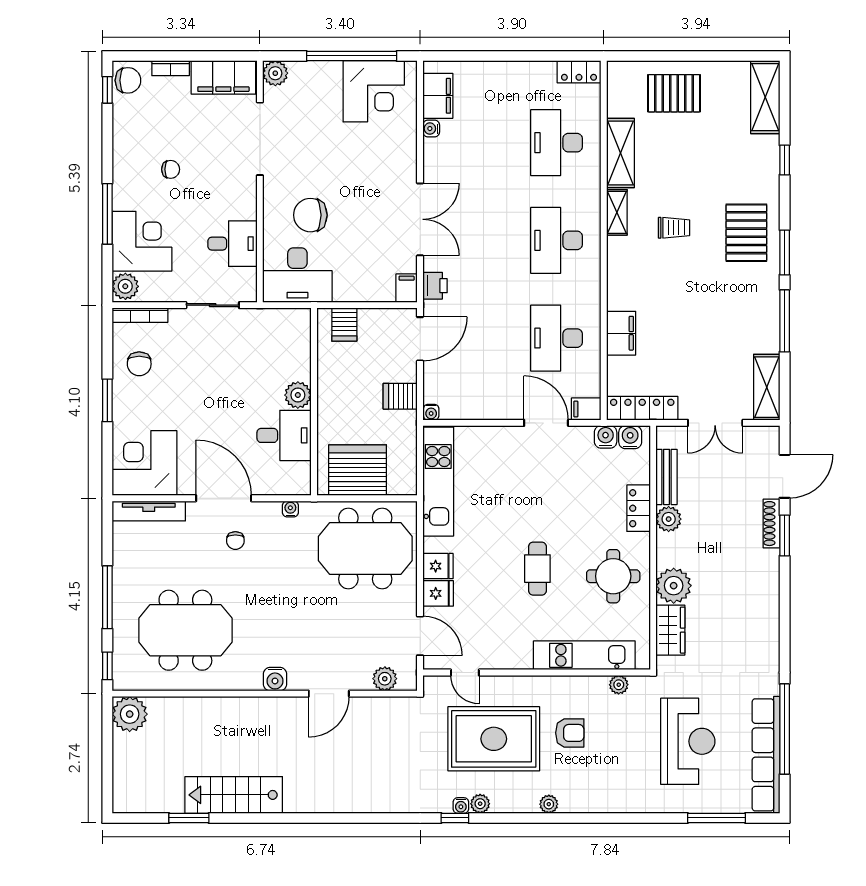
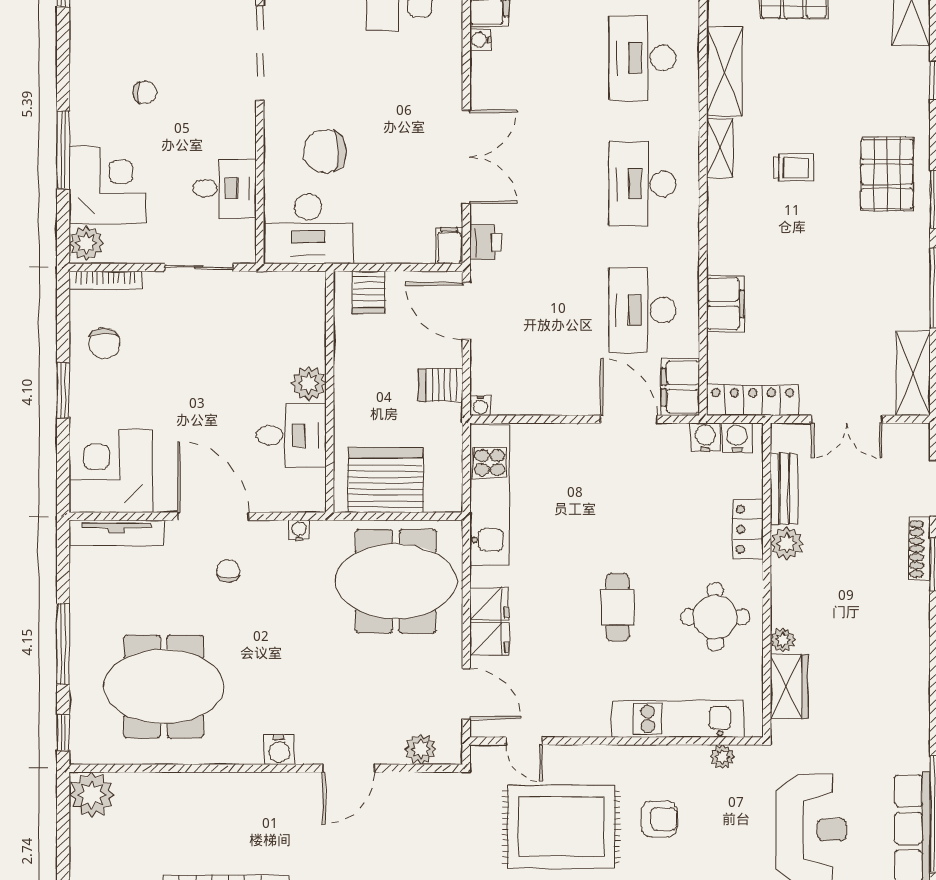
door: (420, 339) -> (466, 311), swing flipped
filing cabinet: (586, 409) -> (680, 387), width x2.00
chair: (235, 541) -> (228, 571), turned 180
plant: (674, 586) -> (783, 640), width x0.53, depth x0.53

